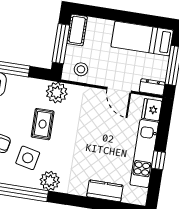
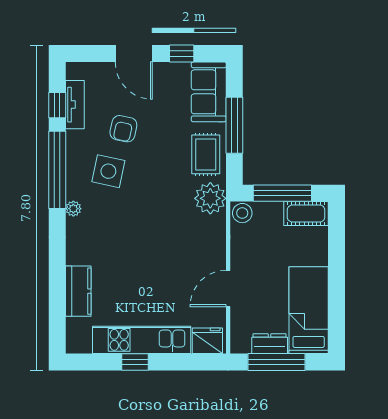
stool: (81, 69) -> (242, 213), moved
dresser: (152, 87) -> (270, 344), moved, turned -90
rug: (43, 124) -> (206, 154), moved, turned 90
plant: (50, 181) -> (73, 209), width x0.53, depth x0.53

